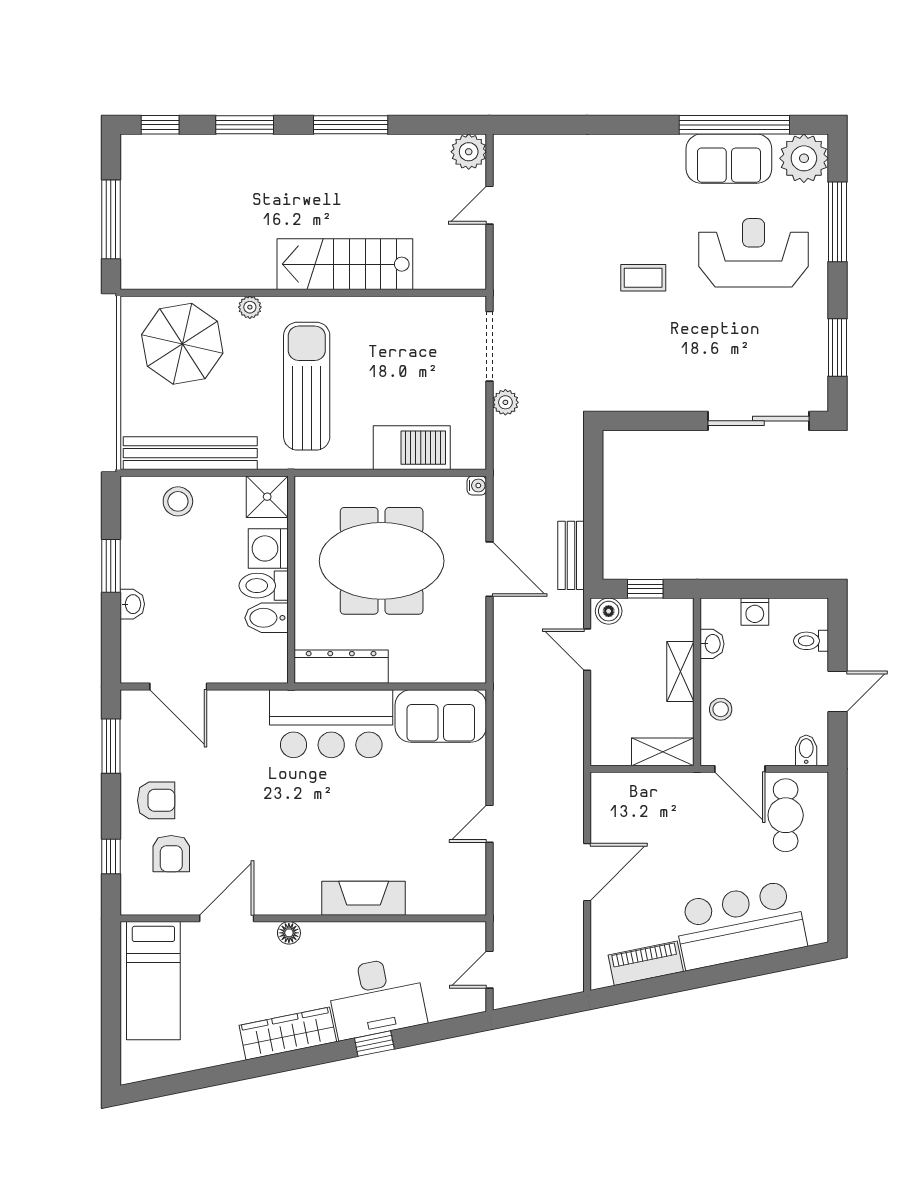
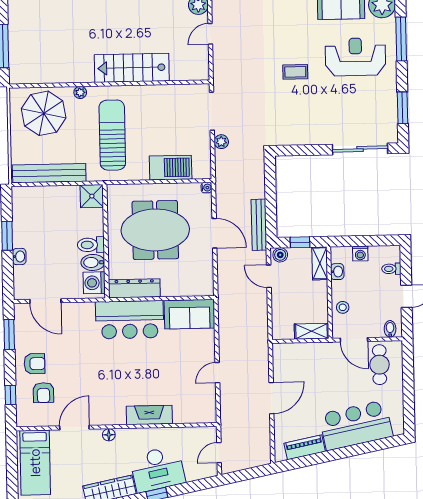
stool: (178, 501) -> (43, 200), removed
washing machine: (268, 548) -> (94, 283), moved
bench: (571, 555) -> (259, 225), width x1.36
shelving: (680, 671) -> (320, 263), moved

